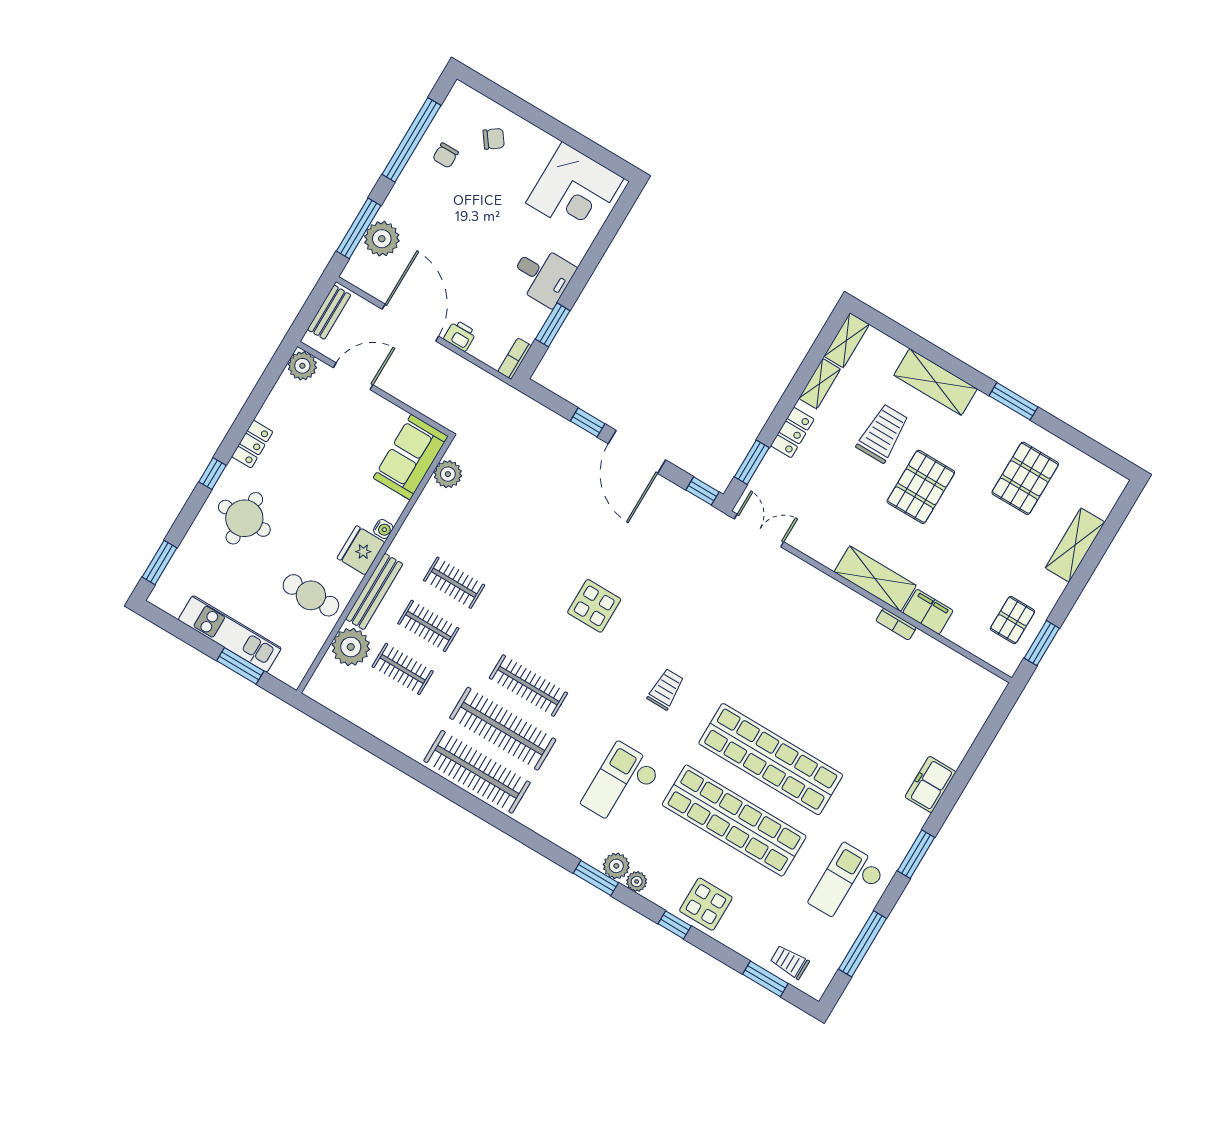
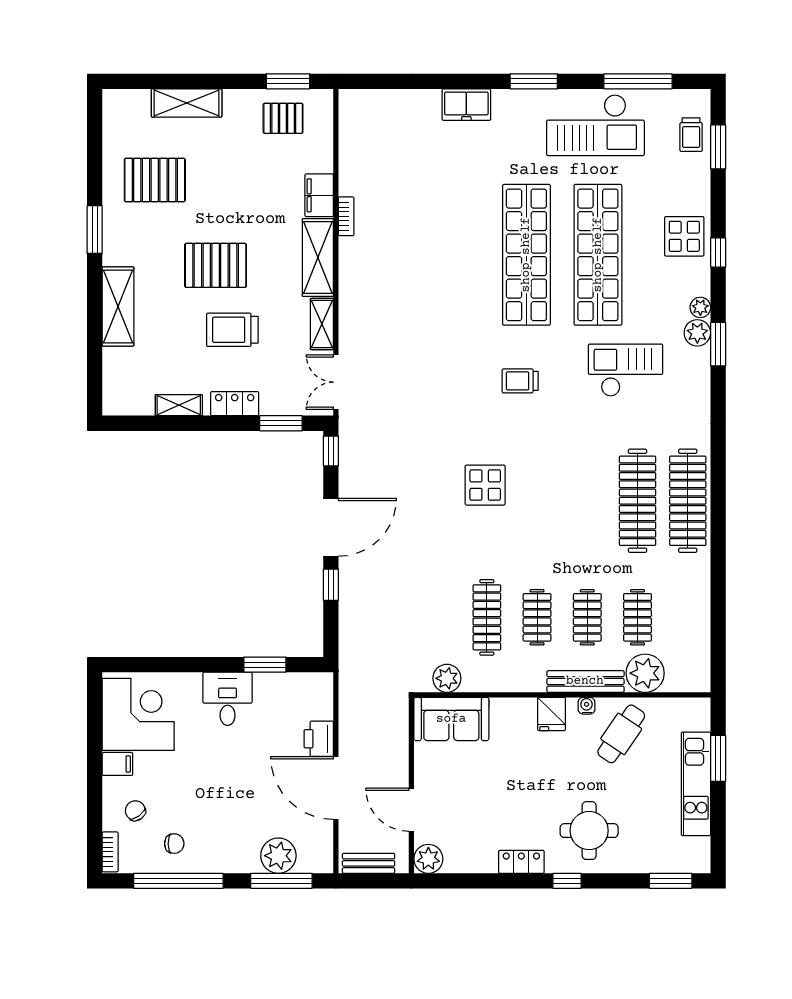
filing cabinet: (543, 147) -> (117, 764), added
door: (410, 323) -> (336, 788), hinge flipped
printer: (460, 336) -> (319, 739), width x1.36, depth x1.24
shelving: (847, 340) -> (322, 324), moved, turned 90
bookcase: (515, 359) -> (110, 852), moved, turned -90
trolley: (883, 433) -> (232, 330), moved
water cooler: (383, 529) -> (587, 706), moved
fridge: (361, 550) -> (551, 714), width x0.72
cafe table: (311, 595) -> (621, 734), turned 34
clothes rail: (528, 686) -> (487, 617), moved
checkout: (621, 785) -> (625, 370), turned 180
checkout: (847, 885) -> (595, 125), width x1.36, depth x1.21

